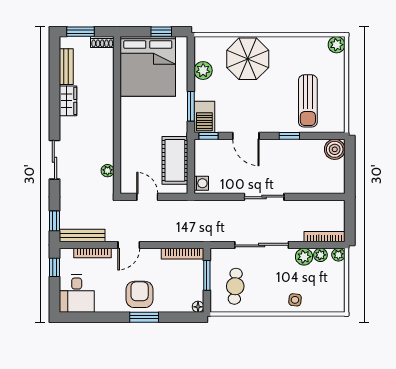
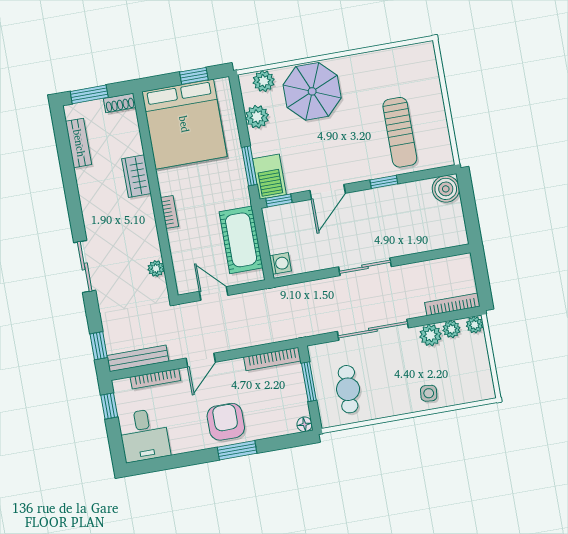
plant: (337, 45) -> (264, 81), moved
wardrobe: (68, 101) -> (136, 176), moved, turned 180
bookcase: (125, 130) -> (169, 212), added
door: (246, 136) -> (328, 192), hinge flipped

